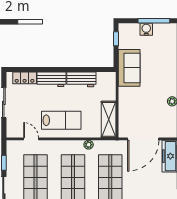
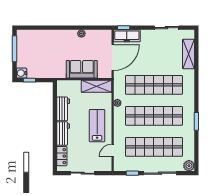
water cooler: (146, 29) -> (22, 73), moved
sofa: (129, 68) -> (82, 69), moved
door: (143, 139) -> (113, 58), hinge flipped

